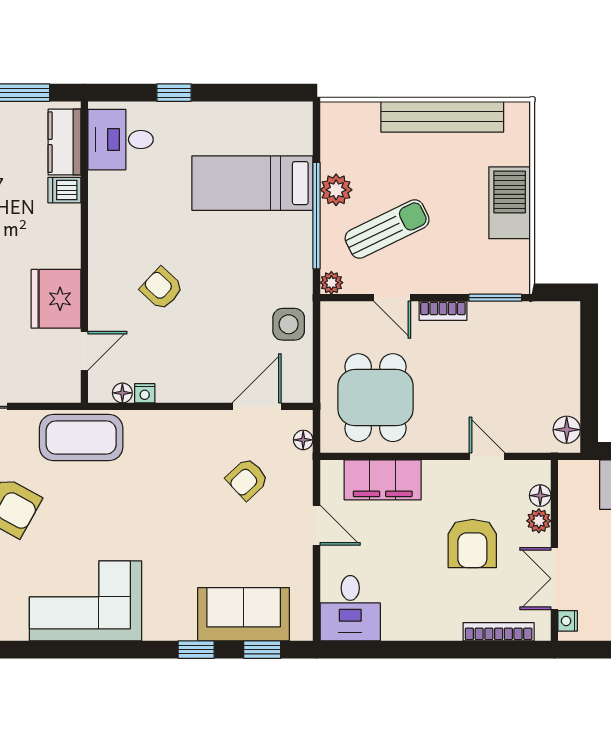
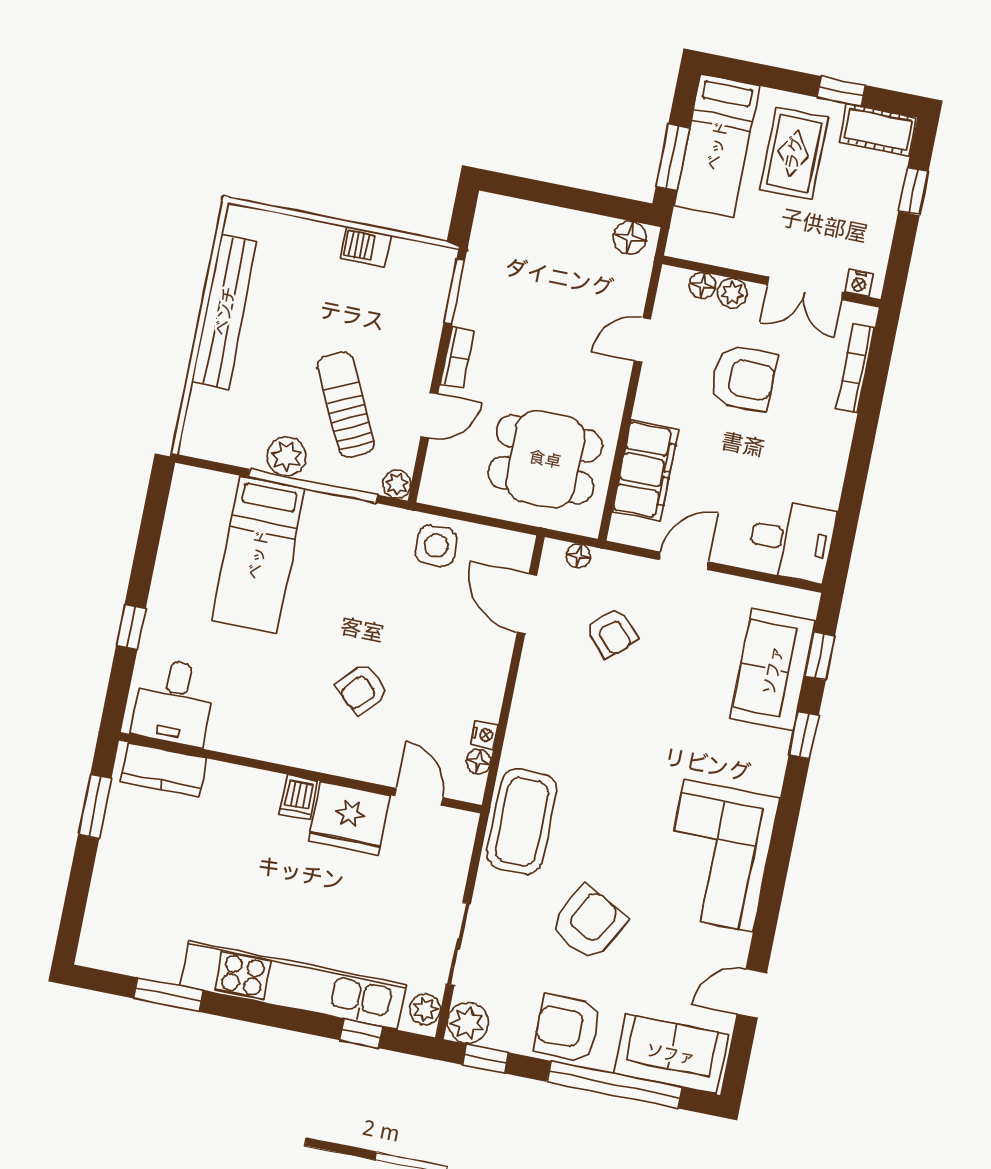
dishwasher: (64, 190) -> (298, 797), moved
barbecue: (510, 203) -> (366, 247), width x0.53, depth x0.65

